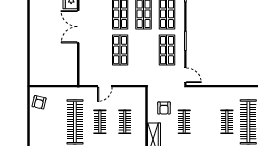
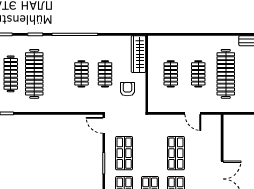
door: (105, 86) -> (193, 113), swing flipped
clothes rail: (227, 122) -> (81, 74), moved

